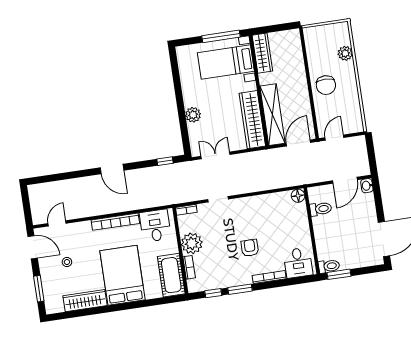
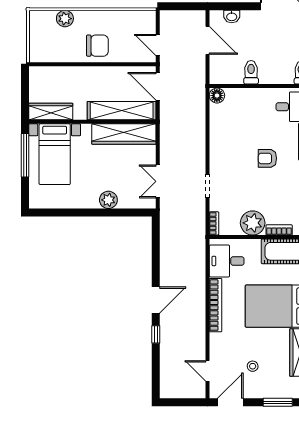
window: (165, 161) -> (156, 334), moved
washbasin: (367, 186) -> (232, 16), moved
toilet: (321, 209) -> (251, 72), moved

